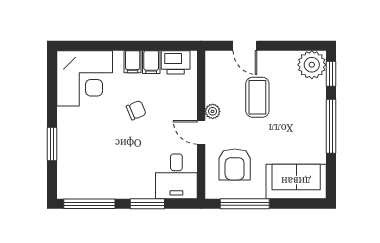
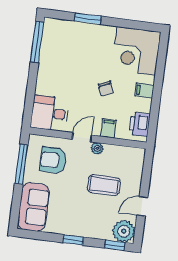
door: (245, 46) -> (142, 206), moved
filing cabinet: (151, 62) -> (108, 128), moved, turned 90
window: (331, 126) -> (73, 240), width x0.46
window: (147, 204) -> (31, 88), removed

